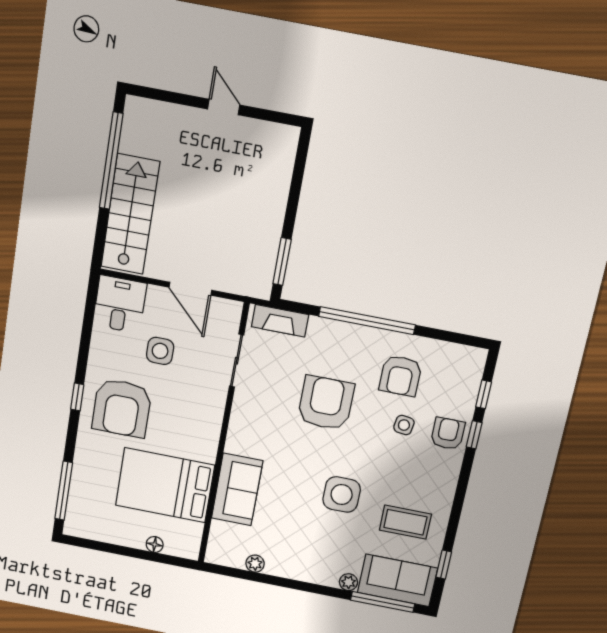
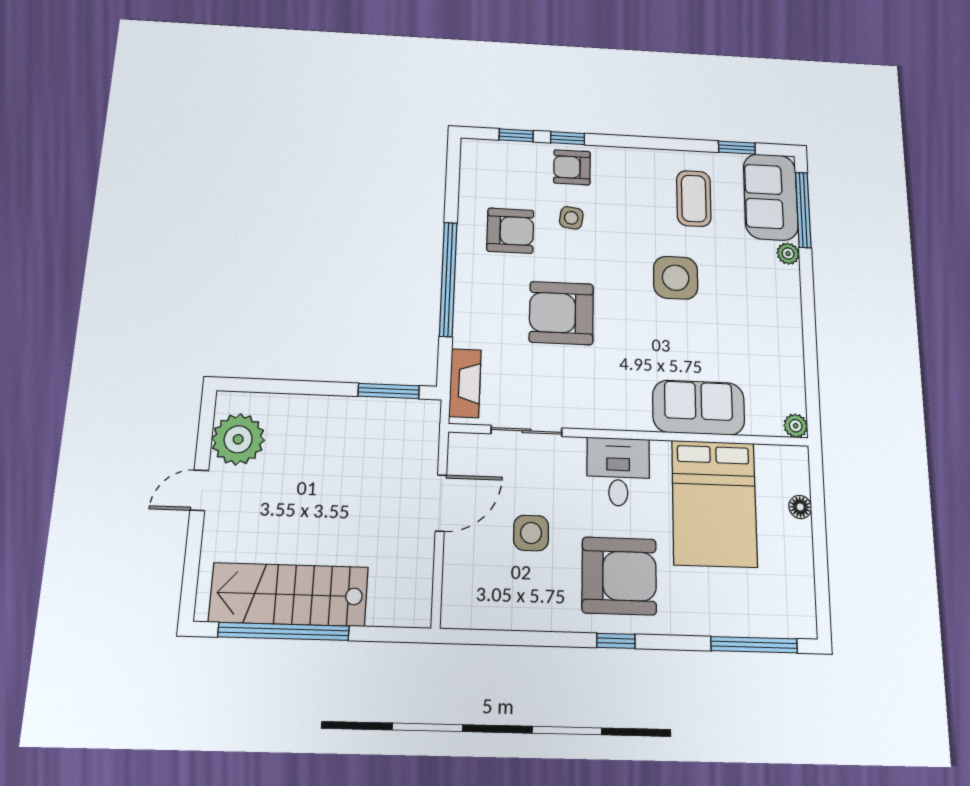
plant: (260, 141) -> (238, 439), added
stairs: (130, 214) -> (289, 595), moved
desk: (120, 304) -> (618, 472), moved, turned 90
plant: (255, 564) -> (796, 426), moved

